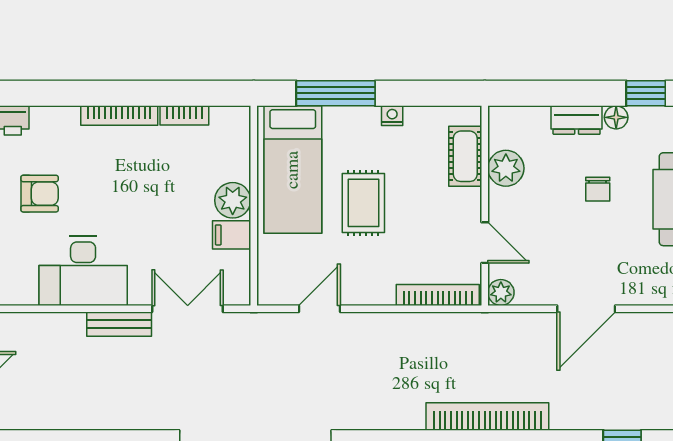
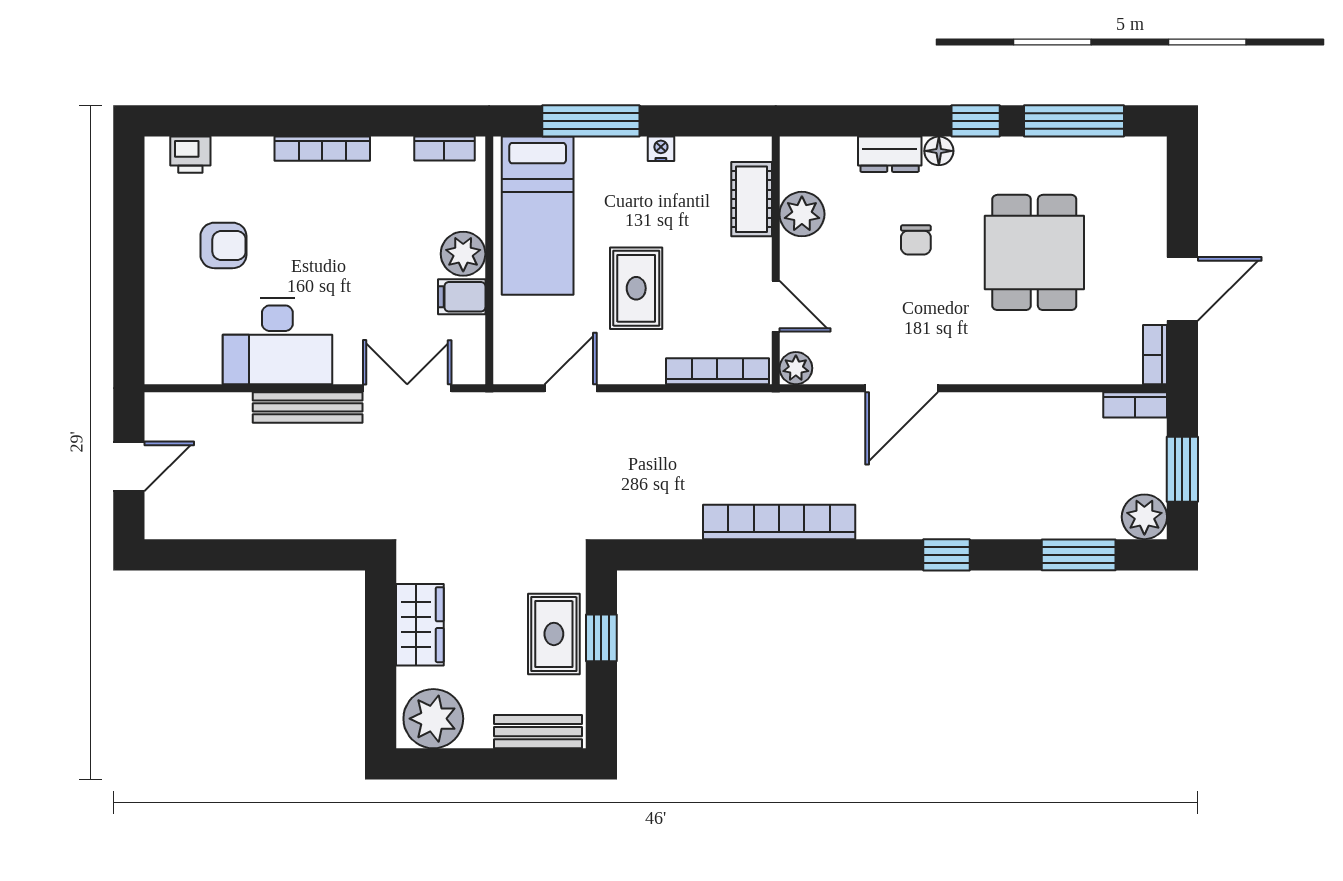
bookcase: (184, 115) -> (444, 149), moved
rug: (363, 203) -> (636, 288), moved
bench: (119, 324) -> (308, 407), width x1.36

